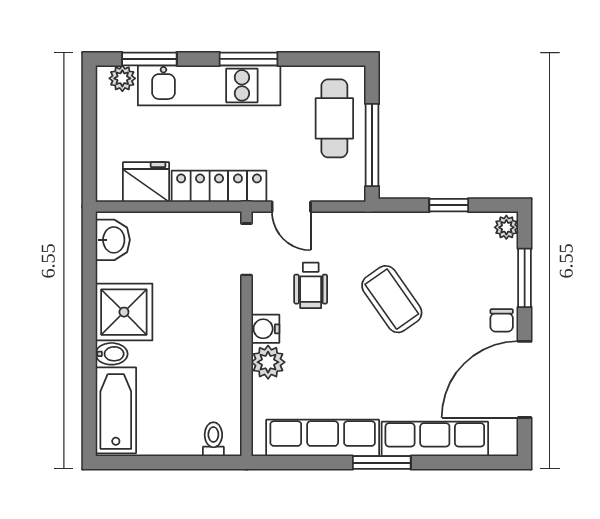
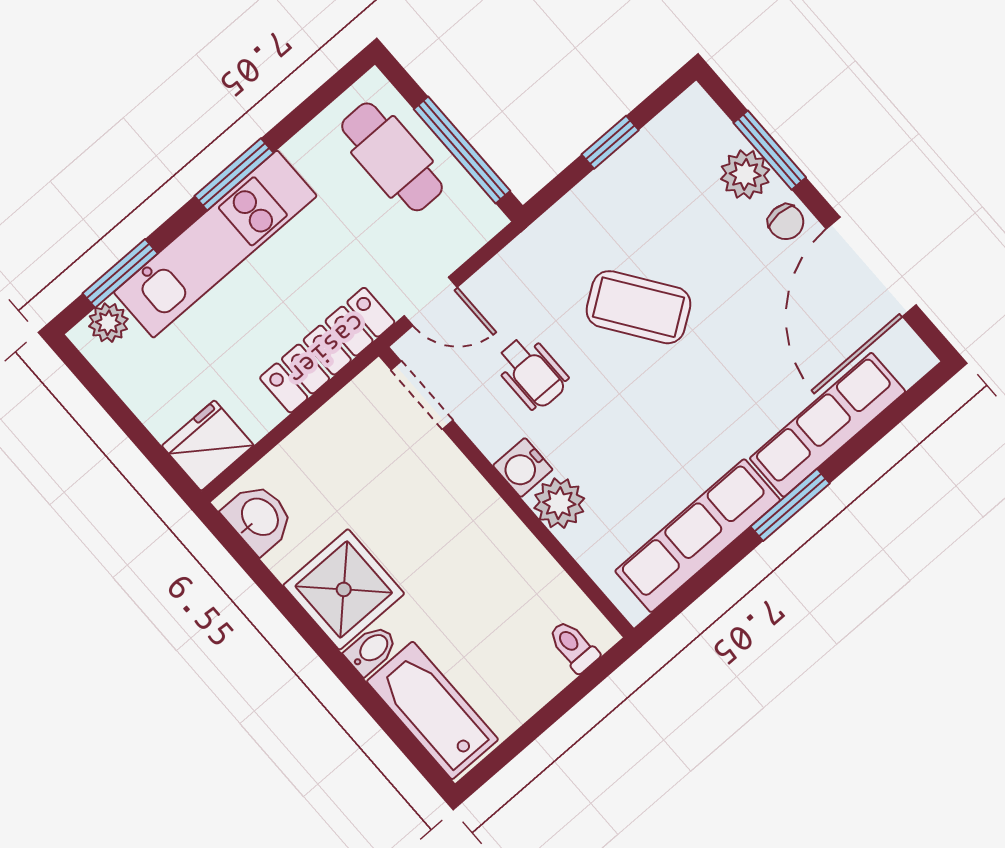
fridge: (146, 182) -> (208, 446), moved
plant: (506, 227) -> (745, 174), moved, width x1.38, depth x1.38

